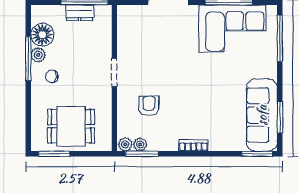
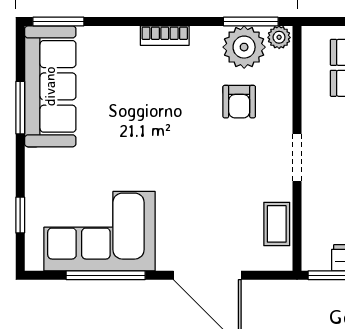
coffee table: (126, 33) -> (277, 224), added
window: (280, 38) -> (20, 215), width x0.46
window: (280, 117) -> (20, 108), moved
plant: (140, 144) -> (244, 47), width x1.88, depth x1.88

